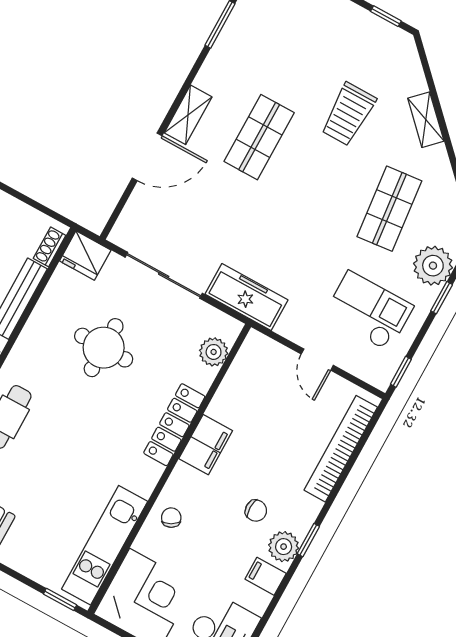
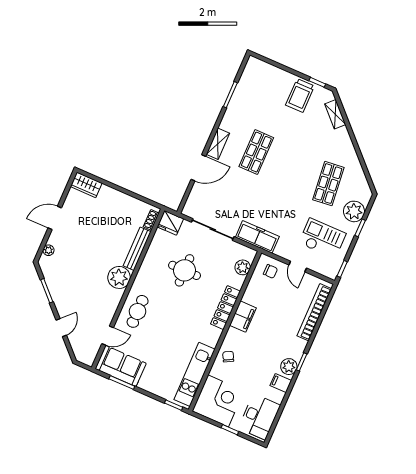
trolley: (348, 114) -> (300, 95), moved
shelving: (426, 120) -> (335, 114), moved
chair: (256, 511) -> (270, 271), moved

